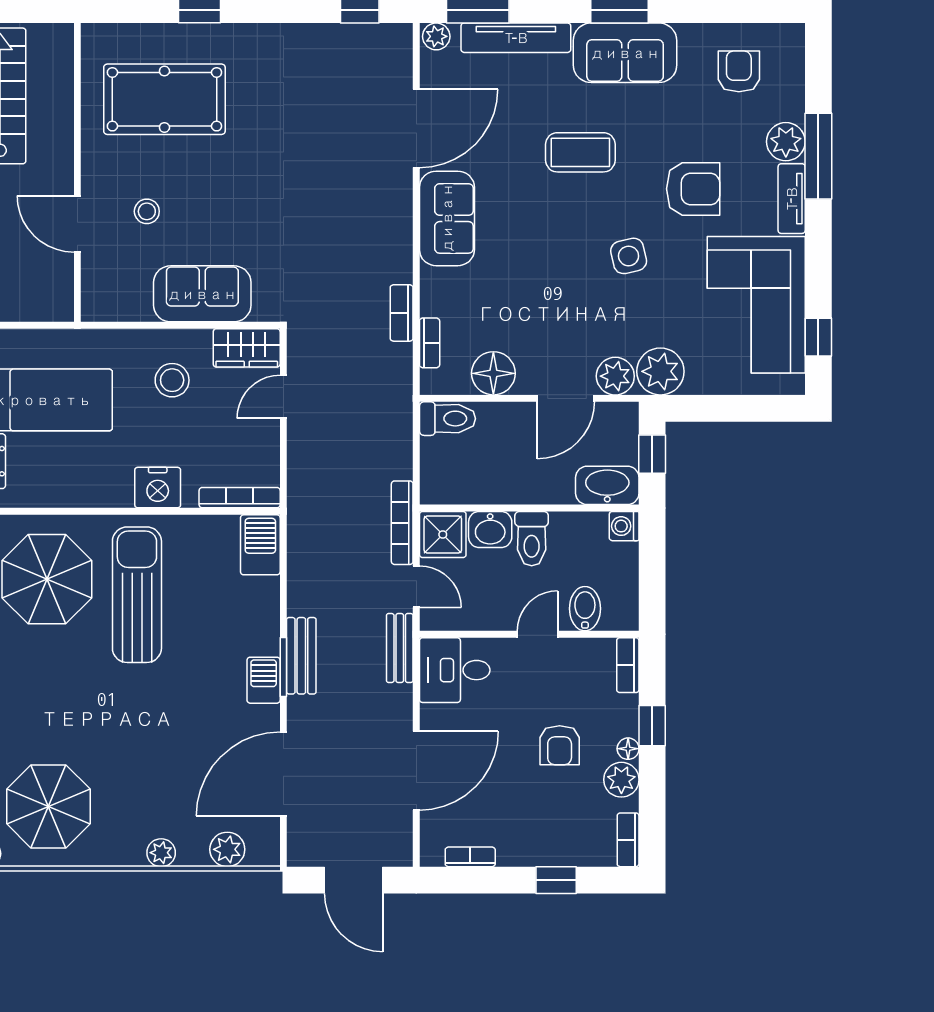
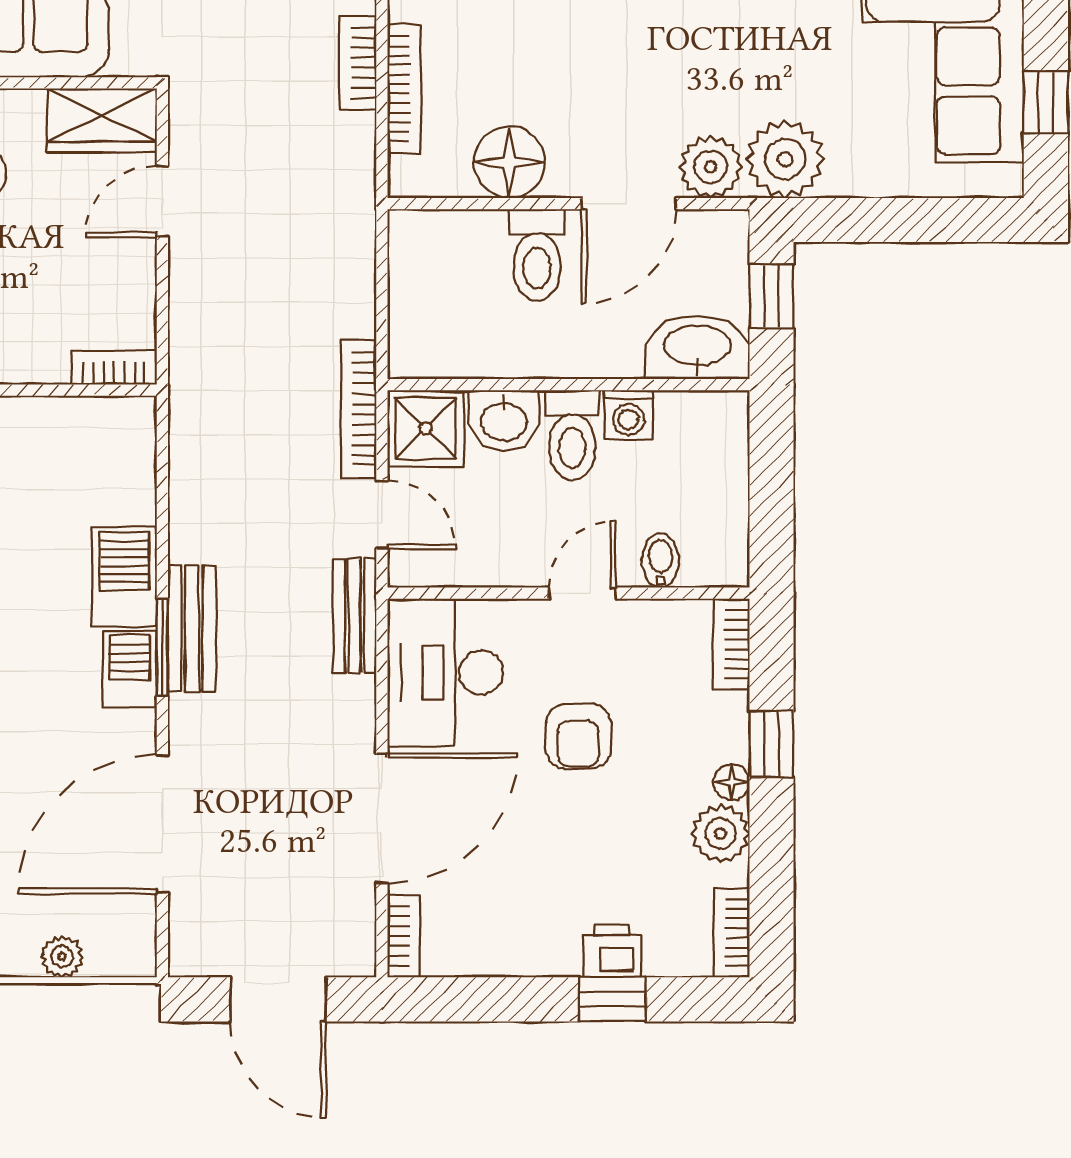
bookcase: (430, 343) -> (404, 89), width x1.56
toilet: (447, 419) -> (537, 255), moved, turned 90
bookcase: (240, 498) -> (114, 368), width x0.64
washing machine: (624, 526) -> (628, 415), moved, turned -90
barbecue: (260, 545) -> (124, 577), moved
bidet: (585, 609) -> (661, 561), width x0.72, depth x0.74
desk: (455, 670) -> (445, 672), width x1.37
armchair: (560, 745) -> (578, 736), moved
plant: (227, 849) -> (62, 957), width x0.73, depth x0.73
printer: (555, 851) -> (612, 951), added
bookcase: (470, 857) -> (404, 936), moved, turned 90

